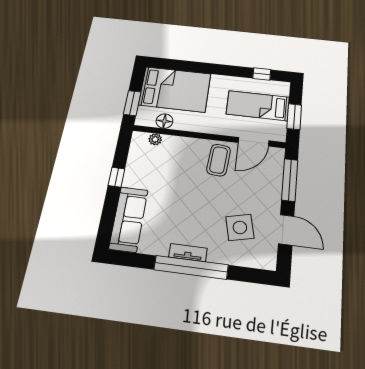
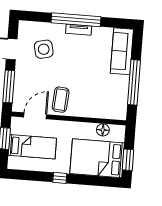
window: (262, 74) -> (60, 178), moved
window: (132, 103) -> (128, 160), moved
plant: (155, 139) -> (109, 114), removed
window: (116, 177) -> (134, 82), width x3.17

